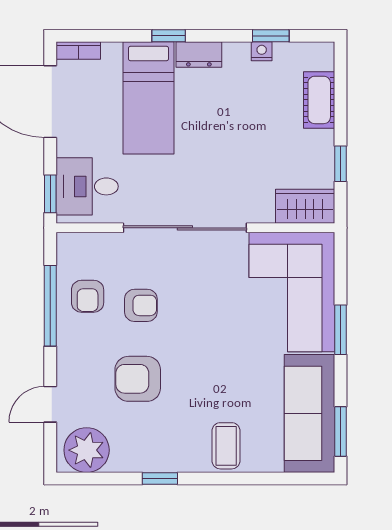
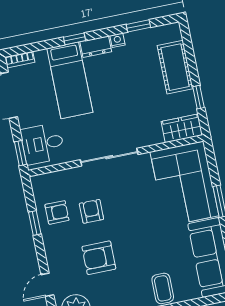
nightstand: (262, 51) -> (118, 40), moved
cot: (319, 100) -> (175, 67), width x1.37, depth x1.34
sliding door: (185, 228) -> (109, 157), width x0.73
armchair: (88, 296) -> (57, 212), turned -90
armchair: (141, 305) -> (91, 211), turned -90
window: (50, 306) -> (35, 223), width x0.46

